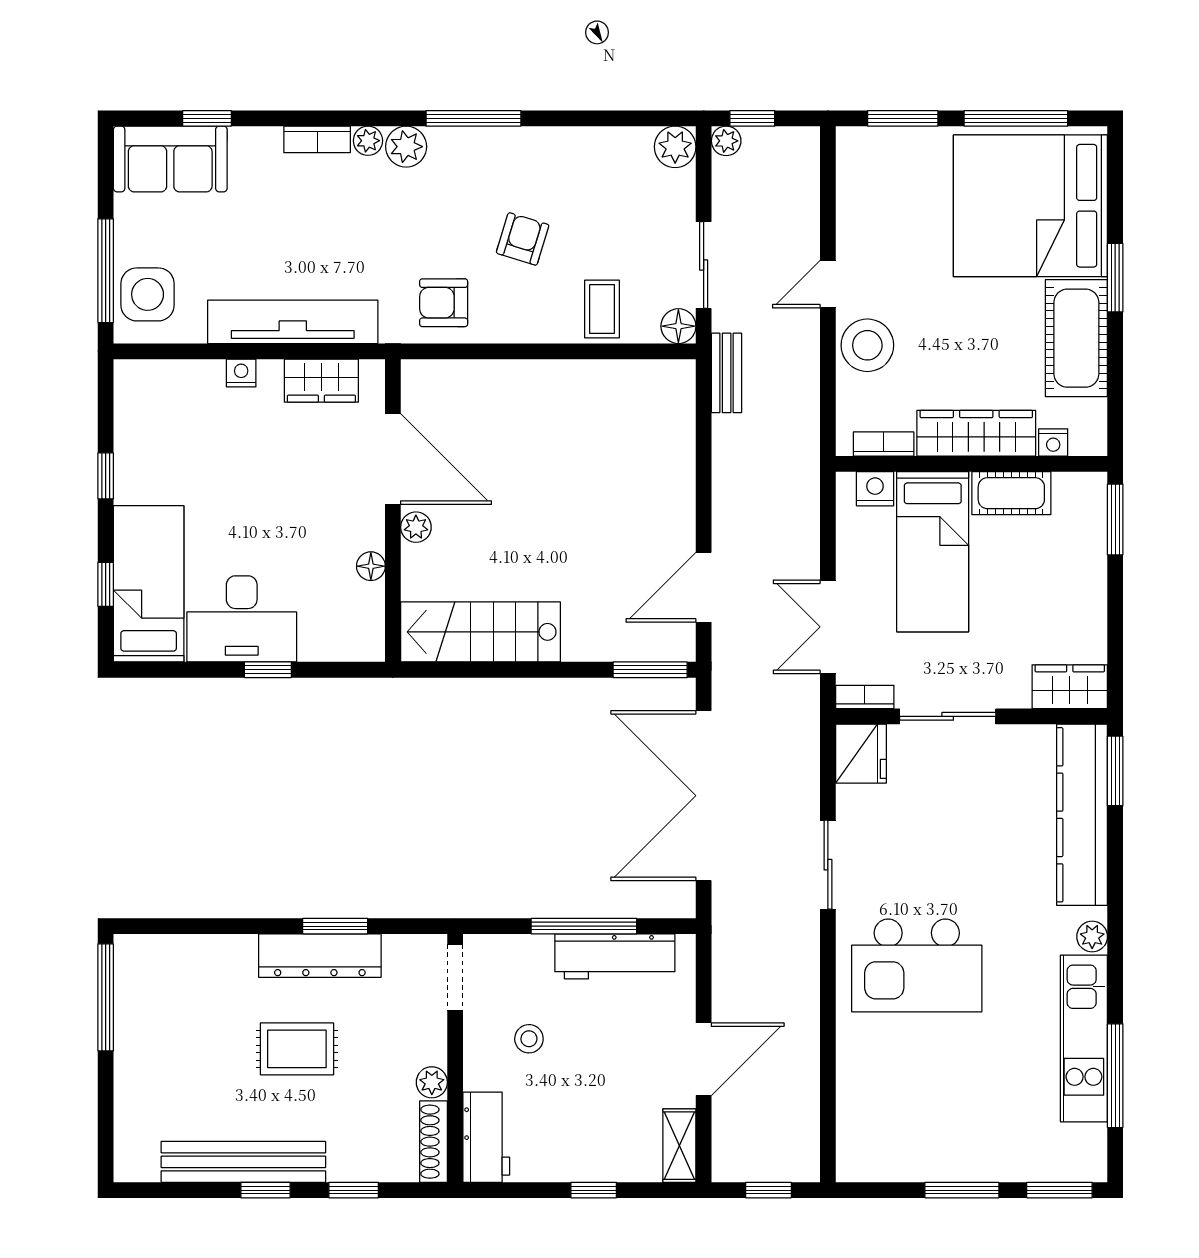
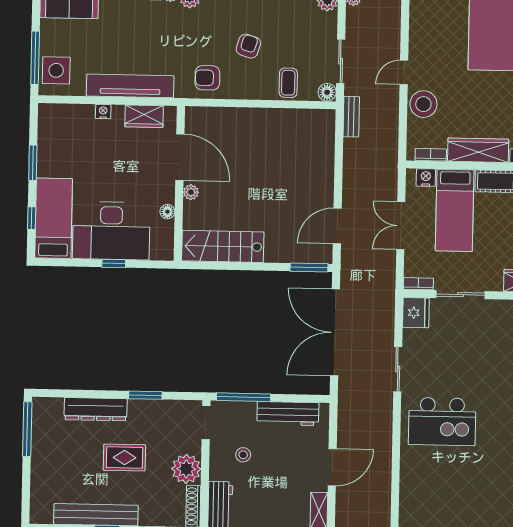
window: (106, 476) -> (33, 163), width x1.50
desk: (242, 619) -> (111, 231), width x1.36, depth x1.30
double door: (828, 627) -> (401, 226), moved
window: (584, 926) -> (244, 397), moved
dresser: (320, 956) -> (96, 409), moved
plant: (432, 1082) -> (186, 469), width x1.88, depth x1.88

